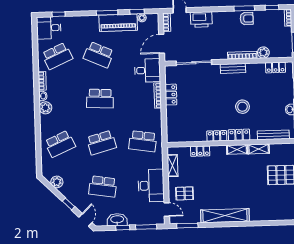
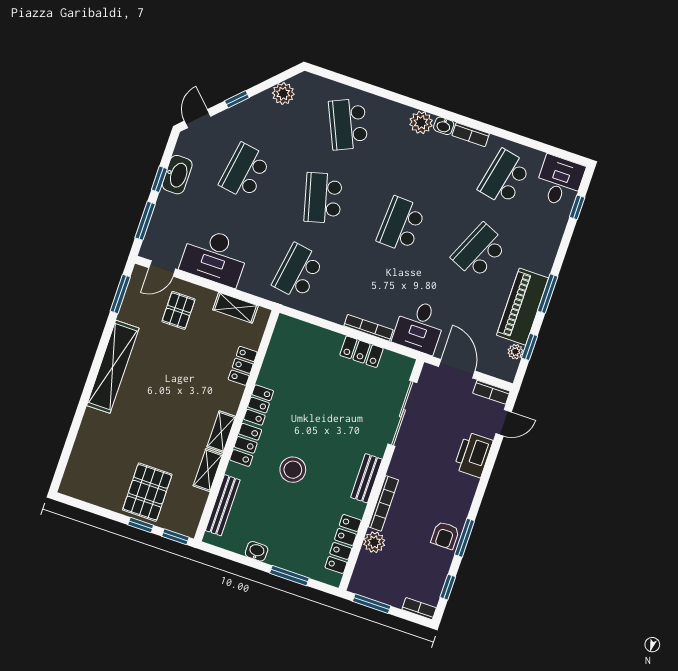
school desk: (57, 56) -> (504, 177), turned 36
locker: (276, 68) -> (343, 544), width x1.53
door: (85, 220) -> (198, 119), swing flipped

